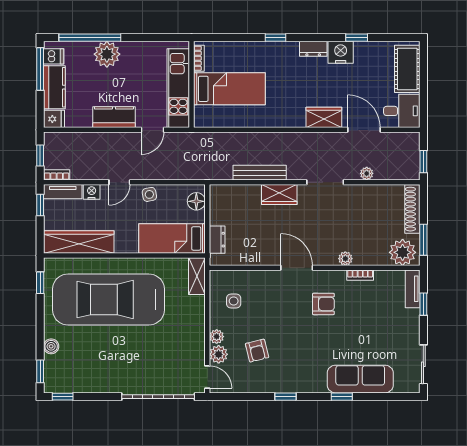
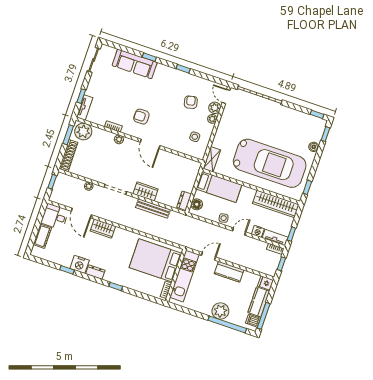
cot: (407, 69) -> (42, 236), width x0.73, depth x0.75
bed: (229, 89) -> (156, 260), width x1.50
dresser: (217, 240) -> (184, 201), moved

